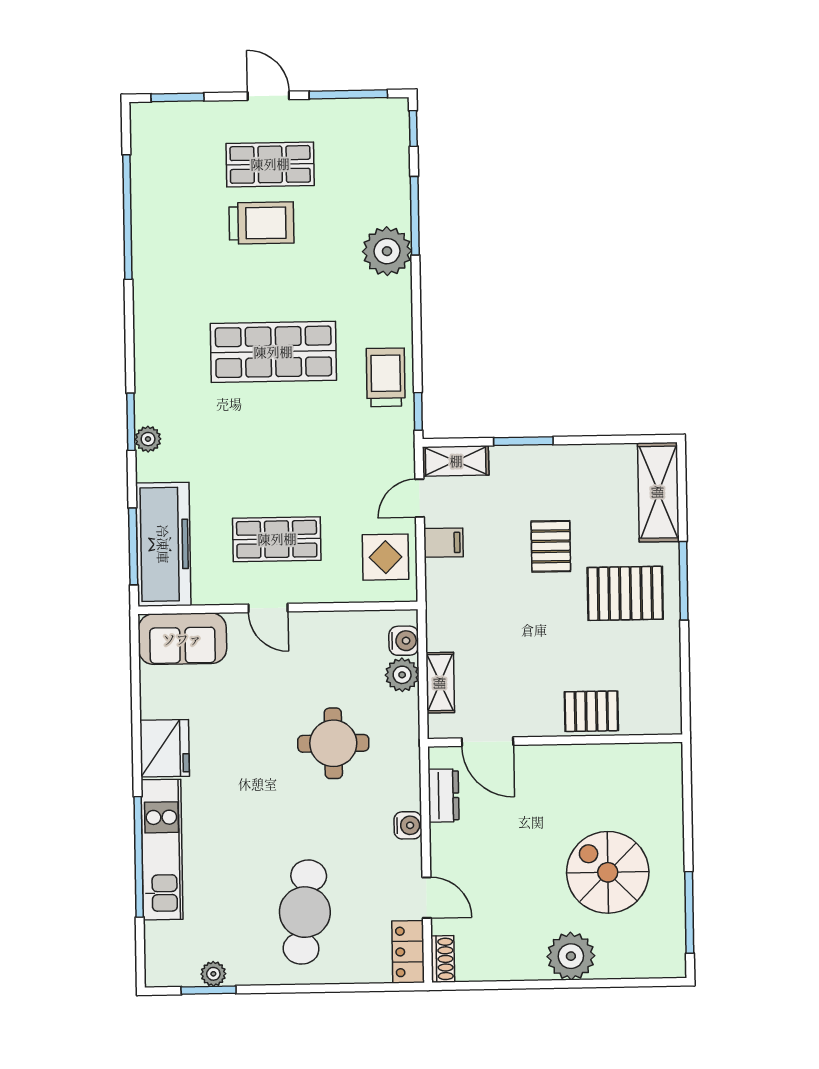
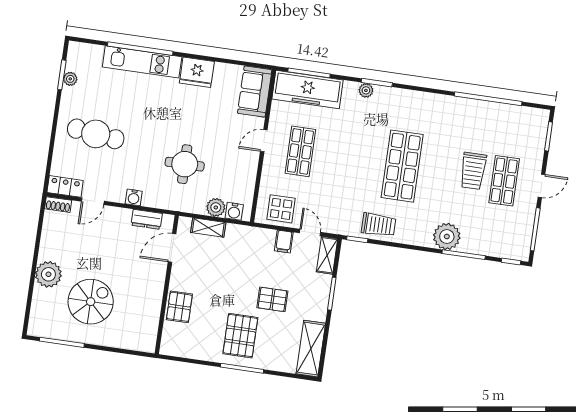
shelving: (658, 492) -> (311, 349), moved, turned 90

